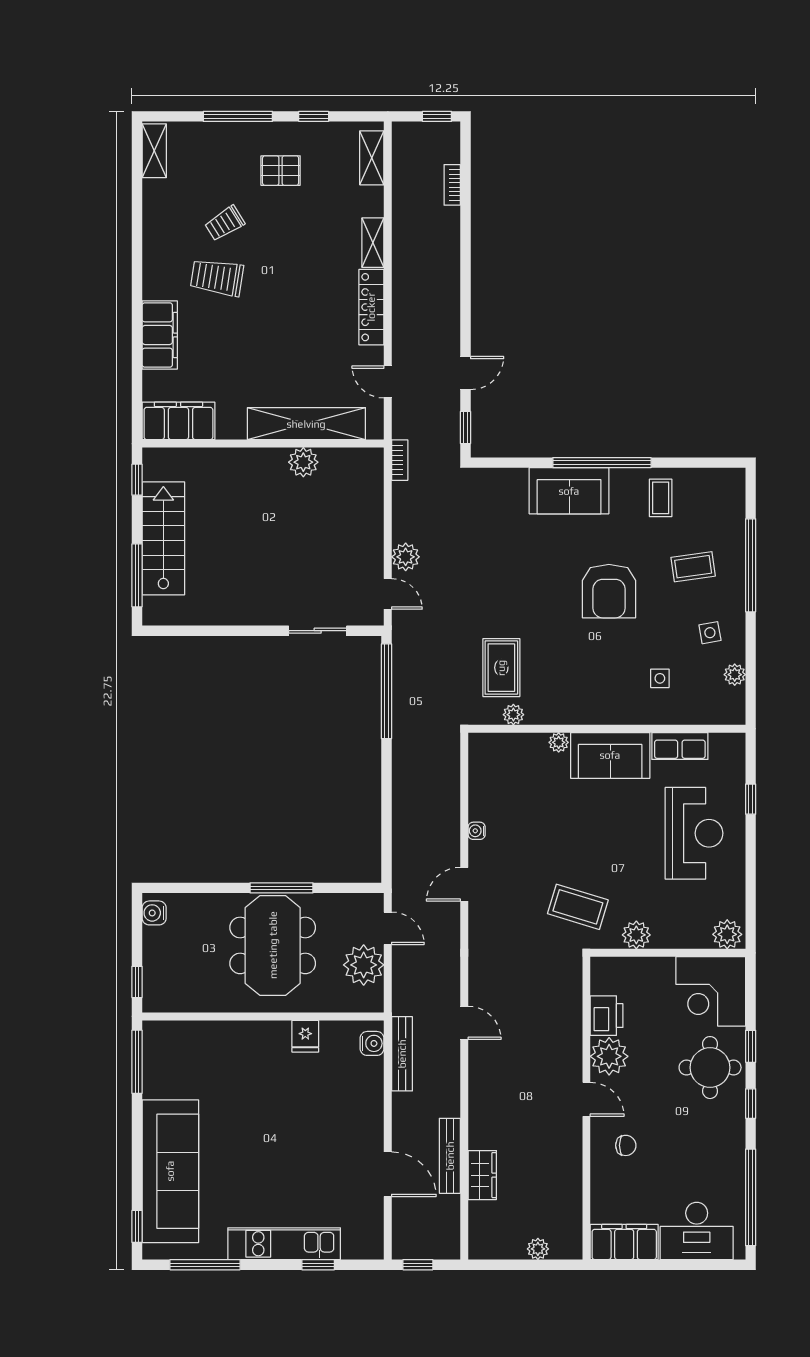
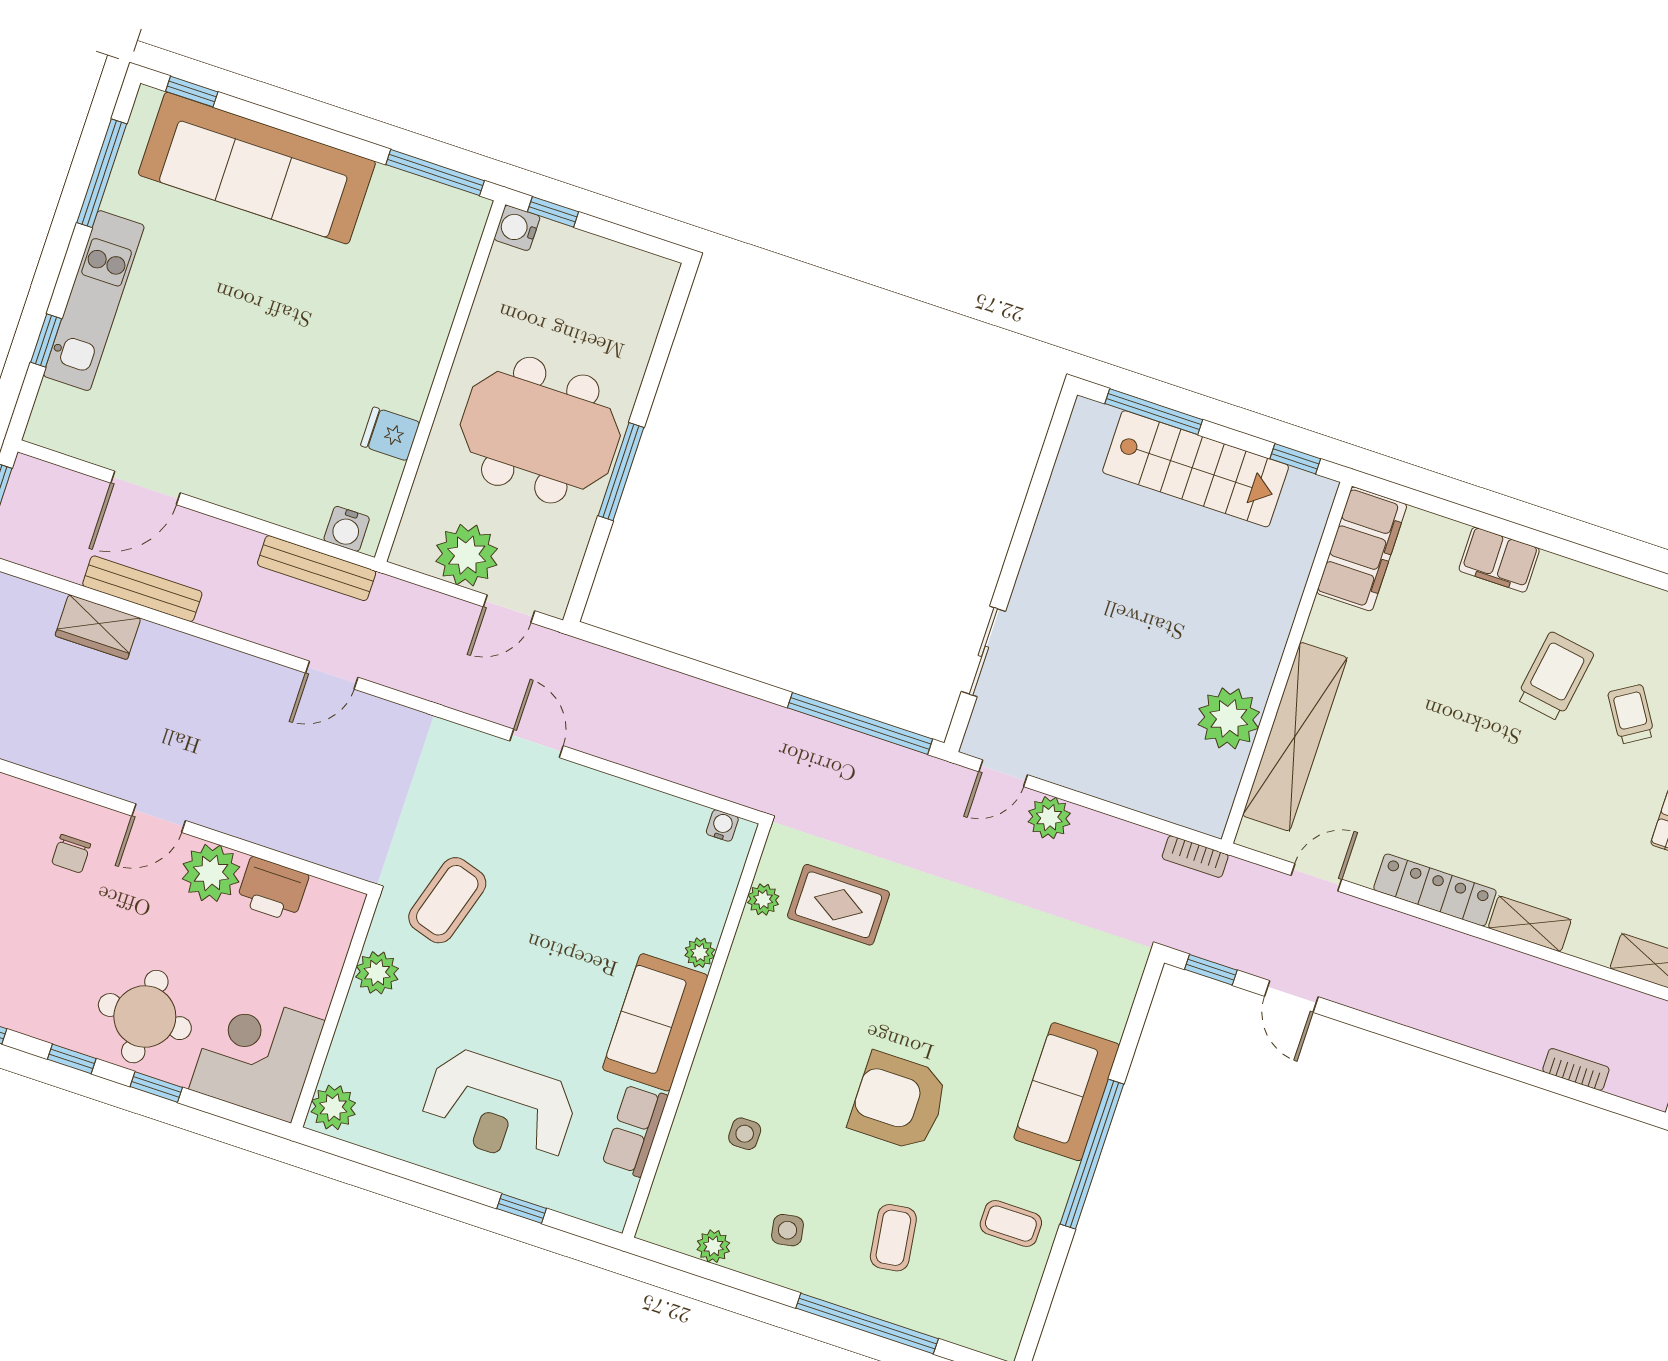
filing cabinet: (160, 335) -> (1499, 560), width x0.67, depth x0.86
plant: (303, 462) -> (1229, 718), width x1.36, depth x1.36
water cooler: (477, 831) -> (722, 825), moved
water cooler: (154, 913) -> (517, 228), moved, turned -90

